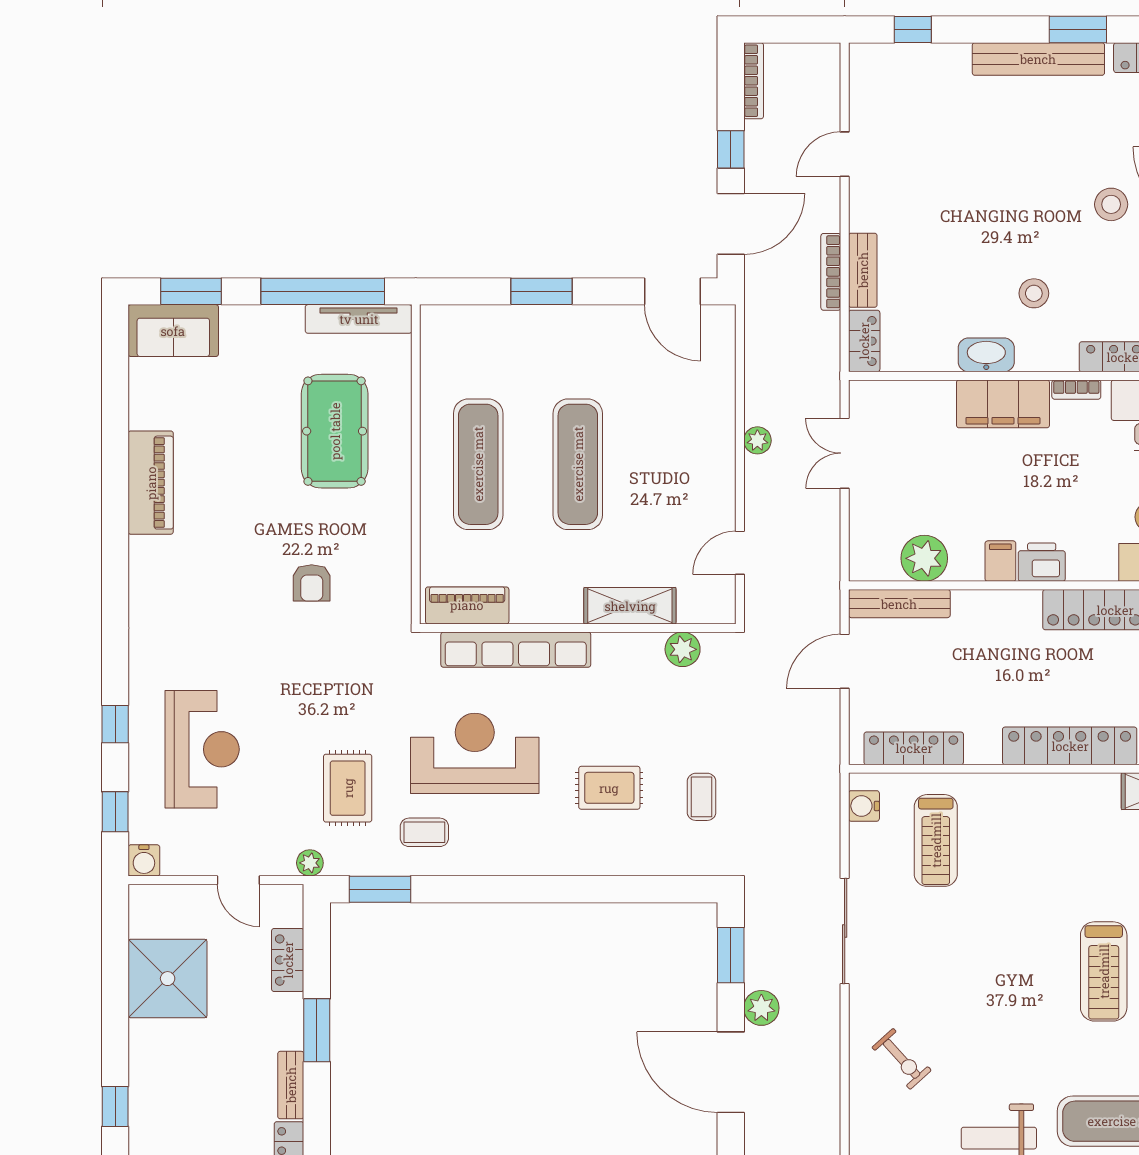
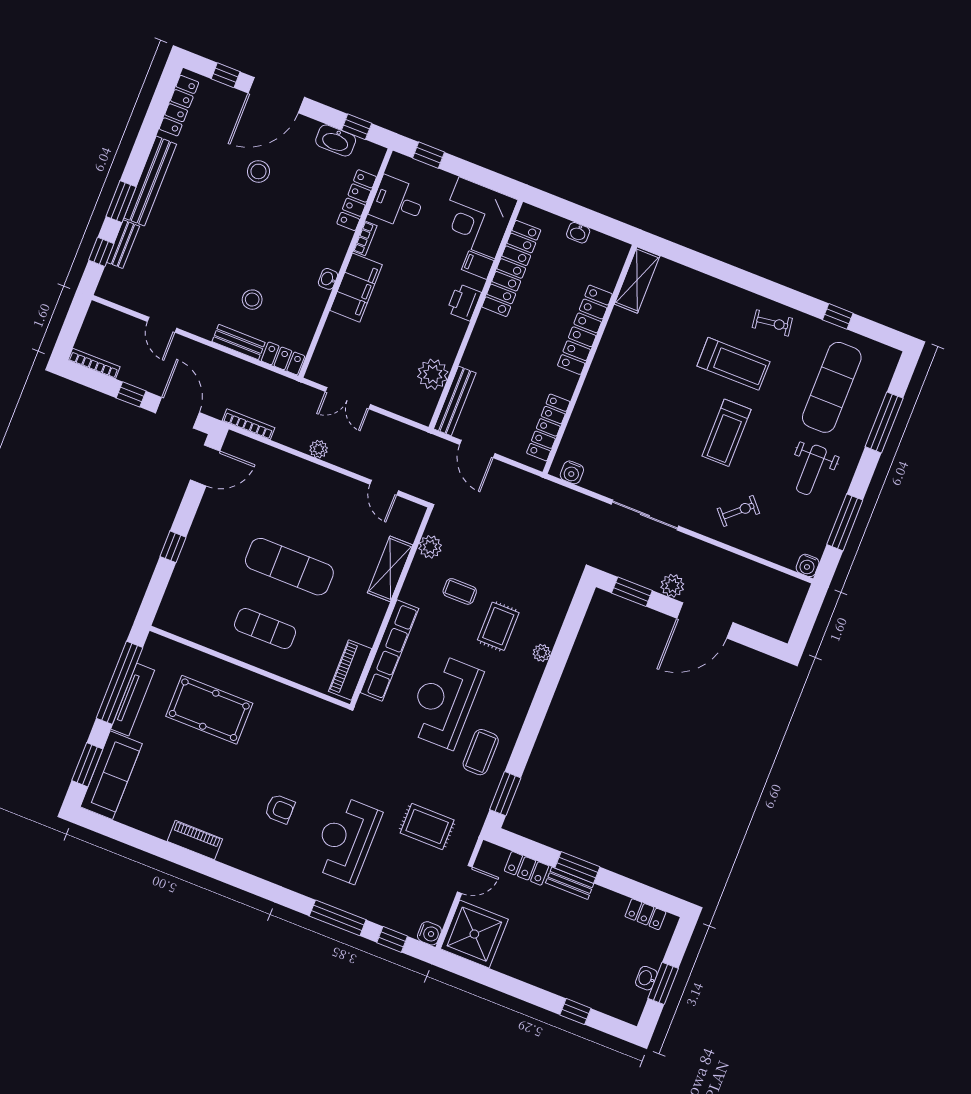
window: (1078, 29) -> (121, 202), moved
bench: (936, 56) -> (123, 244), added
bookcase: (831, 272) -> (248, 424), moved, turned 180
window: (542, 291) -> (173, 547), width x0.67
stool: (1034, 293) -> (252, 300), moved
tv unit: (359, 319) -> (133, 700), moved
sofa: (173, 331) -> (111, 775), width x1.36
washbasin: (986, 355) -> (328, 279), width x0.52, depth x0.69
exercise mat: (478, 464) -> (265, 629), width x0.73, depth x0.69
piano: (151, 483) -> (195, 840), width x0.73, depth x0.75
filing cabinet: (1000, 561) -> (478, 265), moved
armchair: (312, 583) -> (280, 809), moved
window: (115, 724) -> (338, 918), width x2.17
reception desk: (202, 749) -> (346, 840), moved, turned -90
rug: (348, 788) -> (427, 827), moved
coffee table: (702, 797) -> (460, 591), moved
coffee table: (424, 832) -> (481, 752), width x1.36, depth x1.30
treadmill: (936, 840) -> (726, 433), moved, turned 90
plant: (310, 863) -> (542, 653), moved
shower: (168, 979) -> (474, 934), moved
bench: (291, 1085) -> (570, 883), moved

